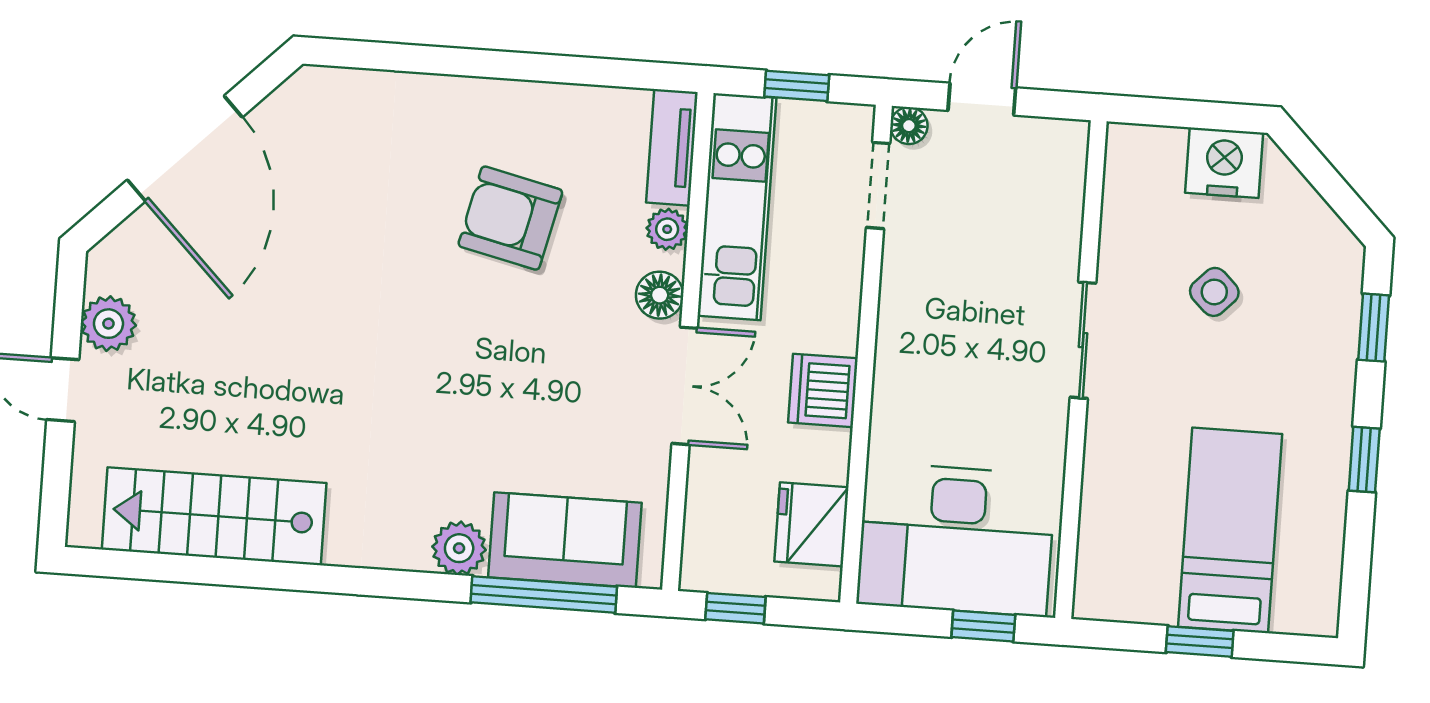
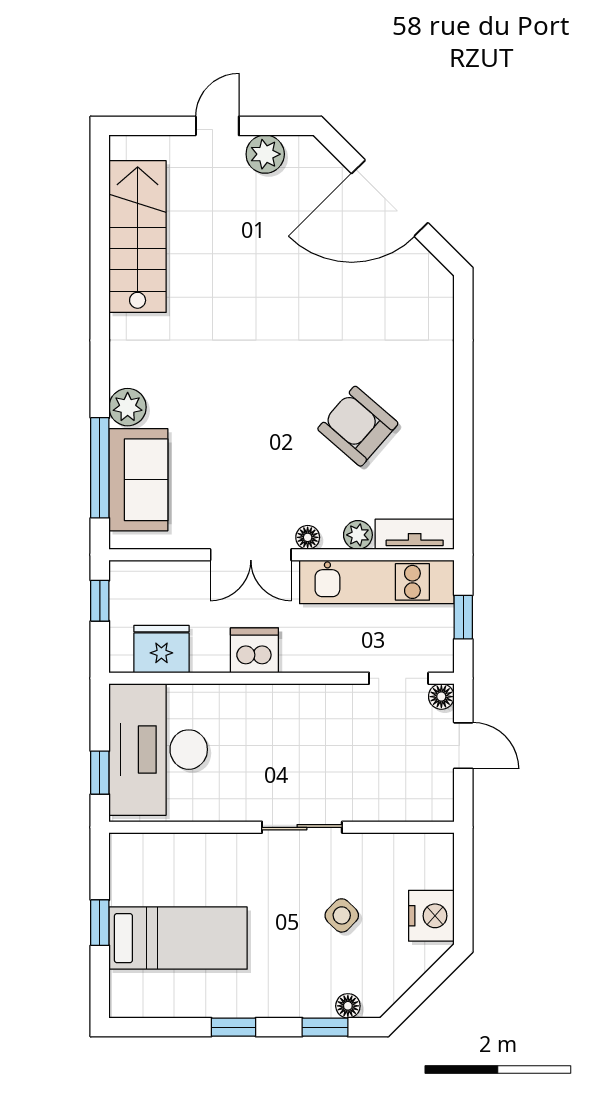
armchair: (510, 218) -> (358, 426), turned -62
floor lamp: (1345, 292) -> (348, 1006), added
floor lamp: (660, 295) -> (308, 537), width x0.73, depth x0.73

